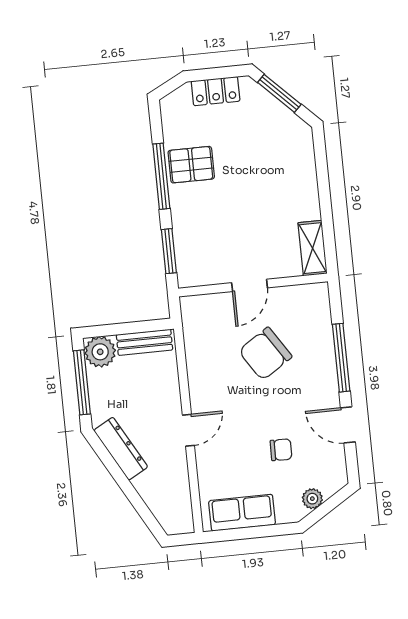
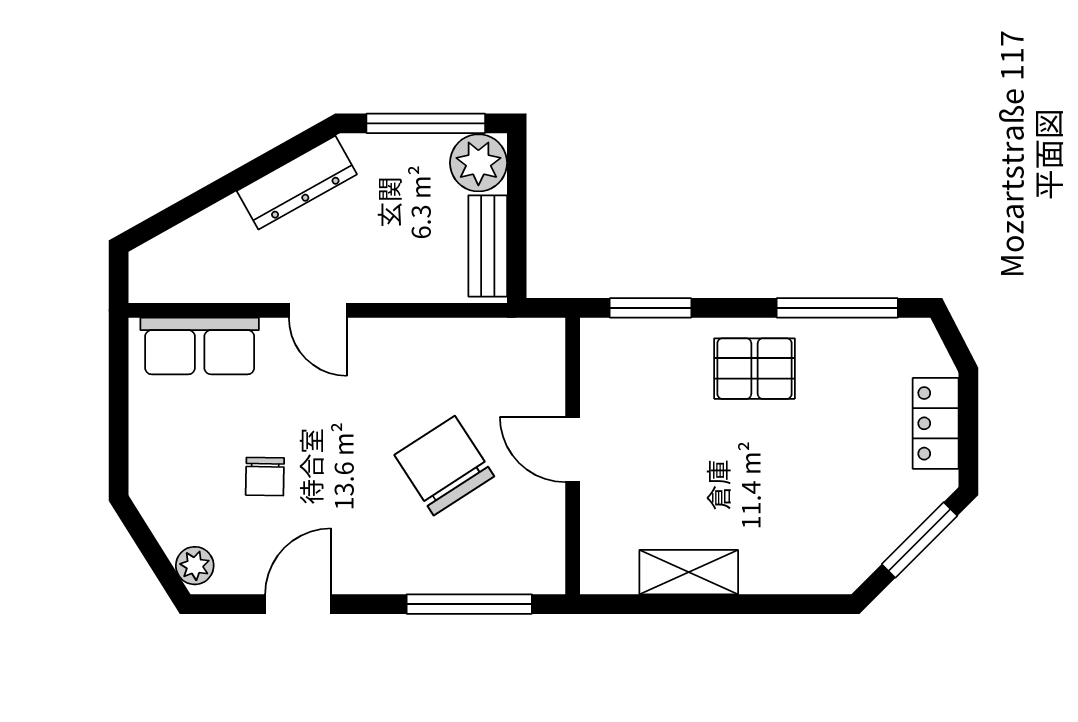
pallet: (191, 165) -> (755, 369), moved, turned 90
window: (161, 176) -> (837, 308), moved
shelving: (313, 248) -> (689, 572), moved
window: (341, 358) -> (469, 604), moved
plant: (312, 499) -> (195, 566), moved
row of seats: (242, 513) -> (200, 346), moved, turned 90

